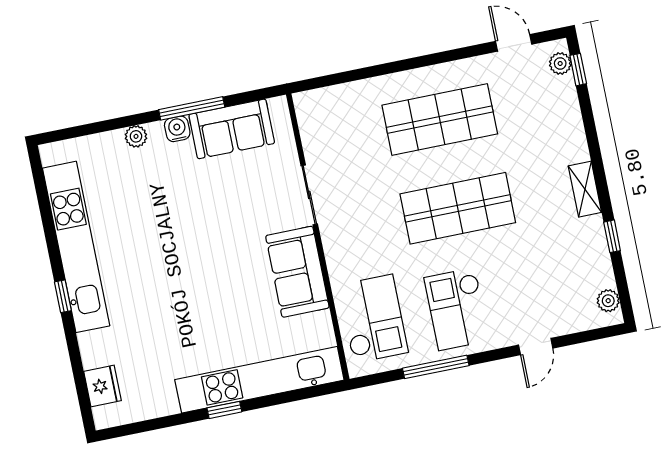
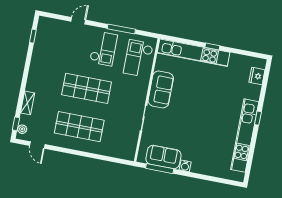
window: (192, 108) -> (160, 169), moved
plant: (136, 136) -> (203, 170), removed
shelving: (585, 189) -> (28, 103), moved
window: (612, 236) -> (33, 36), moved
plant: (608, 301) -> (42, 27), removed

